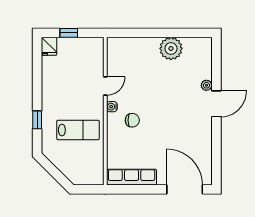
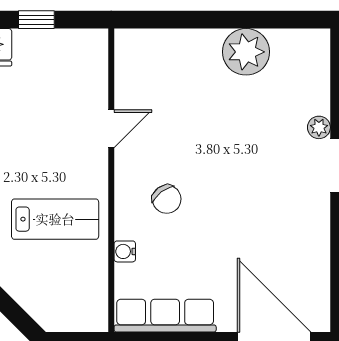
water cooler: (112, 107) -> (125, 251), moved
chair: (132, 120) -> (167, 199), turned 53

